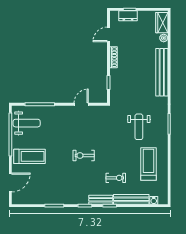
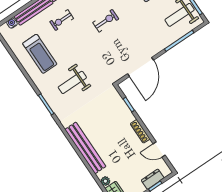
door: (108, 34) -> (159, 150), swing flipped
door: (81, 104) -> (141, 67), width x1.88
weight bench: (139, 127) -> (72, 82), turned -90

